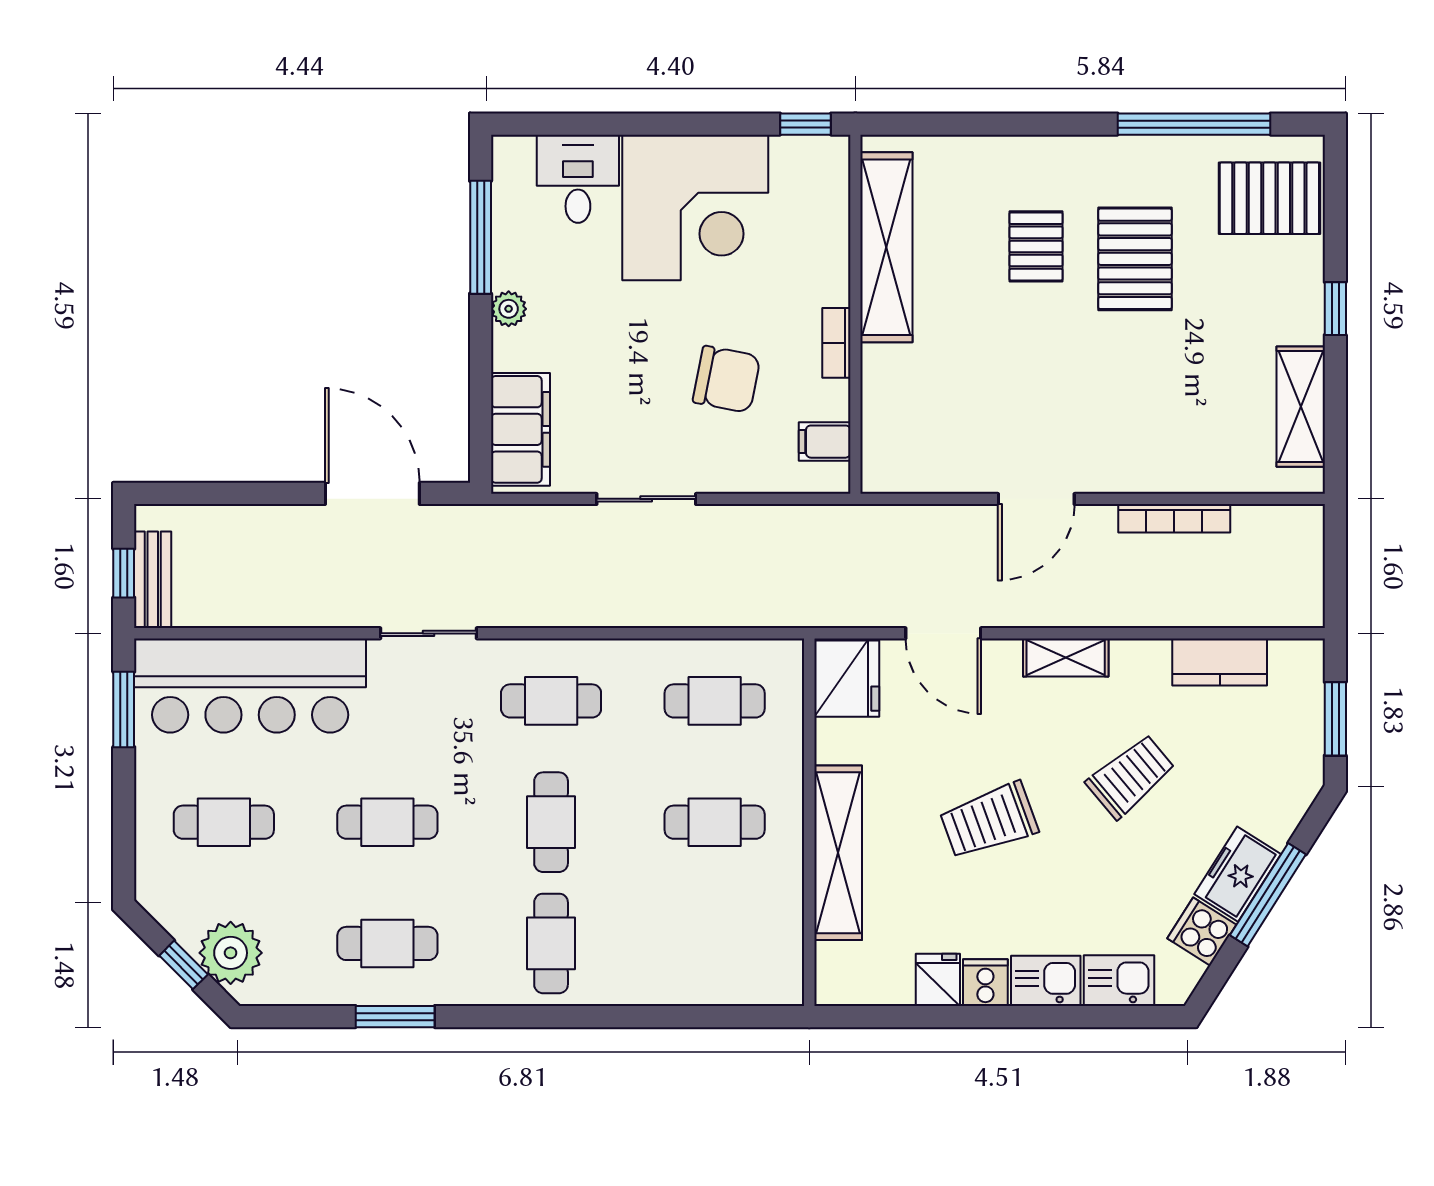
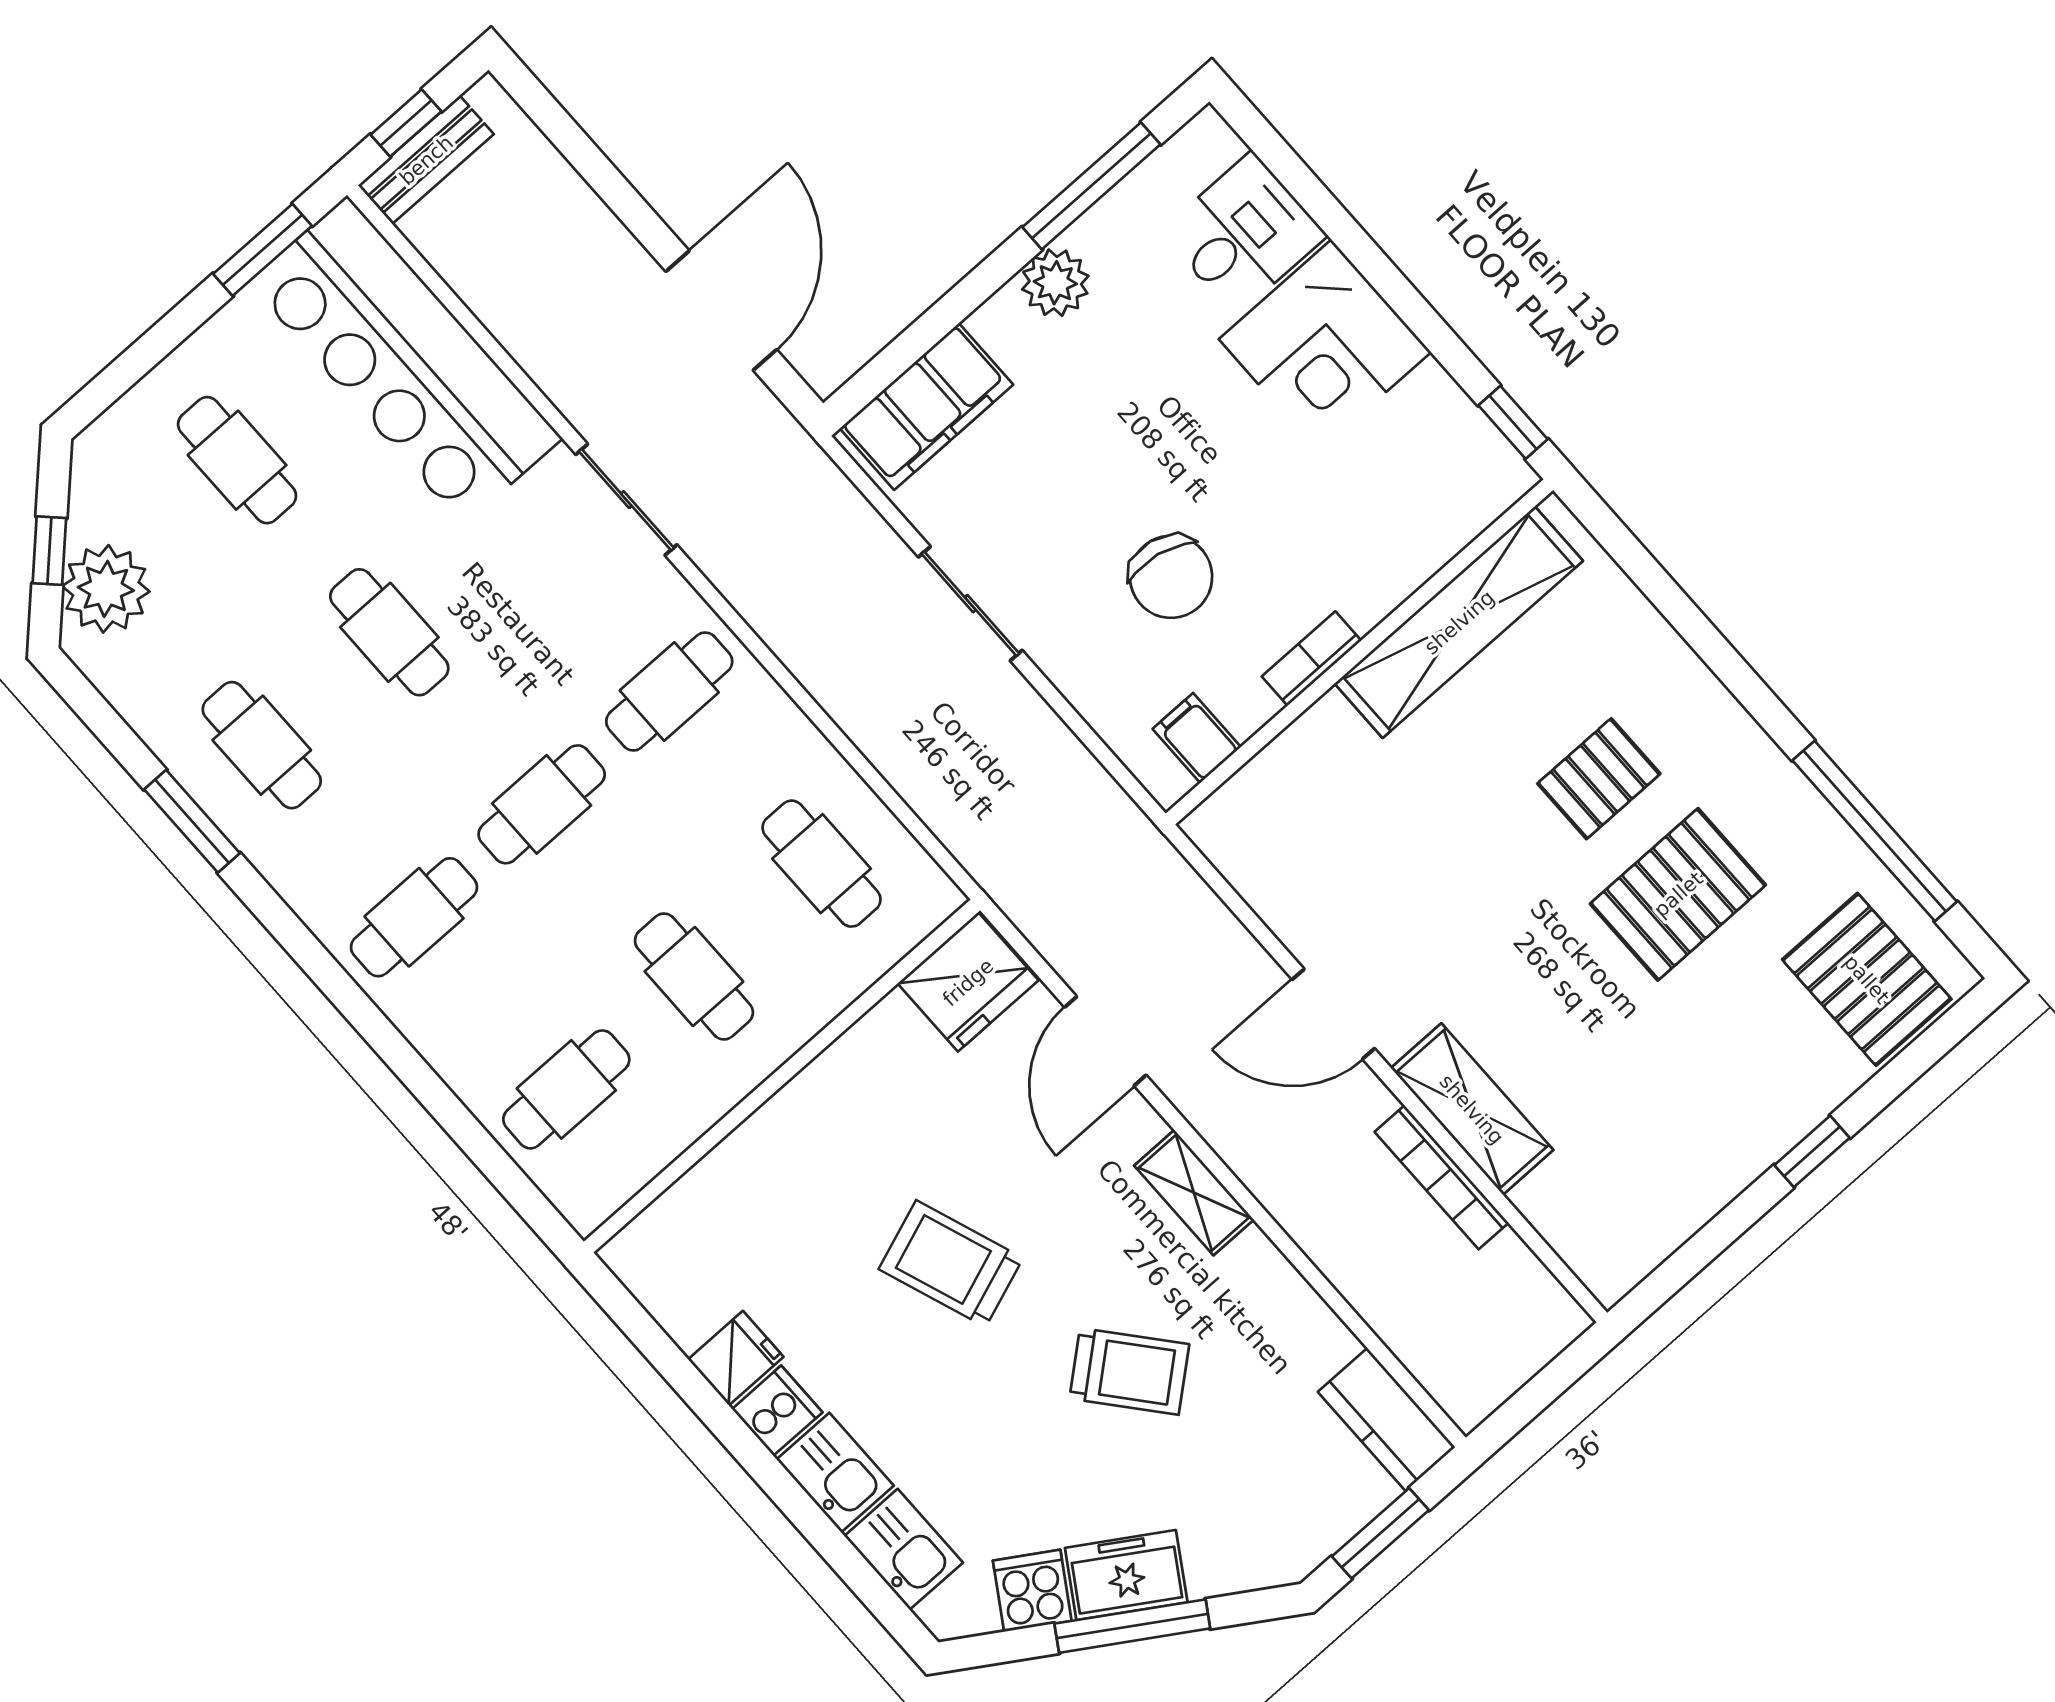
corner desk: (695, 208) -> (1325, 346), width x0.74, depth x0.74
plant: (509, 309) -> (1055, 283), width x1.38, depth x1.38
shelving: (1301, 407) -> (1472, 1109), moved, turned 90
kitchen counter: (1220, 662) -> (1386, 1420), moved
cafe table: (551, 701) -> (669, 691), turned 90
shelving: (838, 853) -> (777, 1135), removed
cafe table: (715, 943) -> (566, 1089), added

